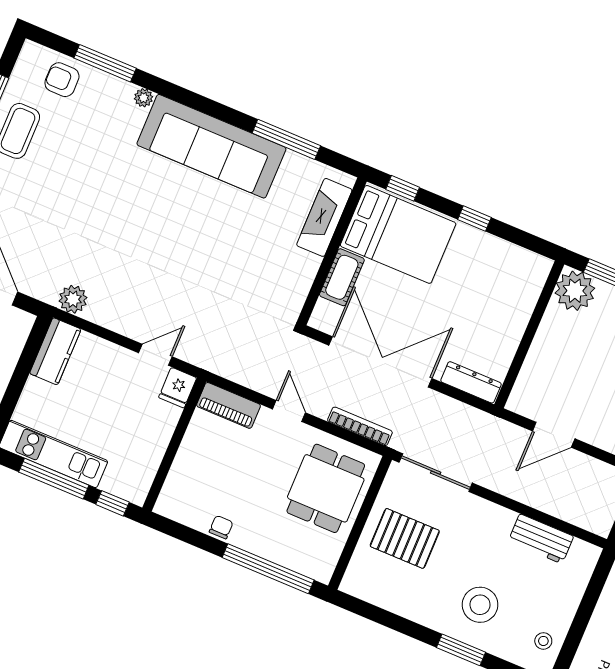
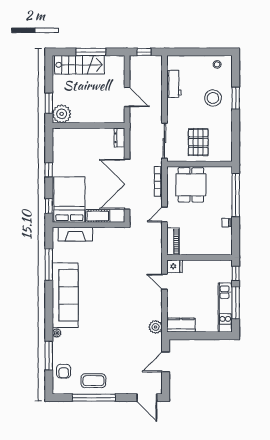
dresser: (471, 382) -> (120, 138), width x0.70
dining table: (326, 488) -> (191, 185), turned 90

